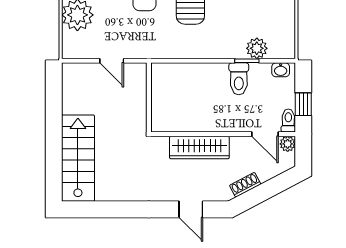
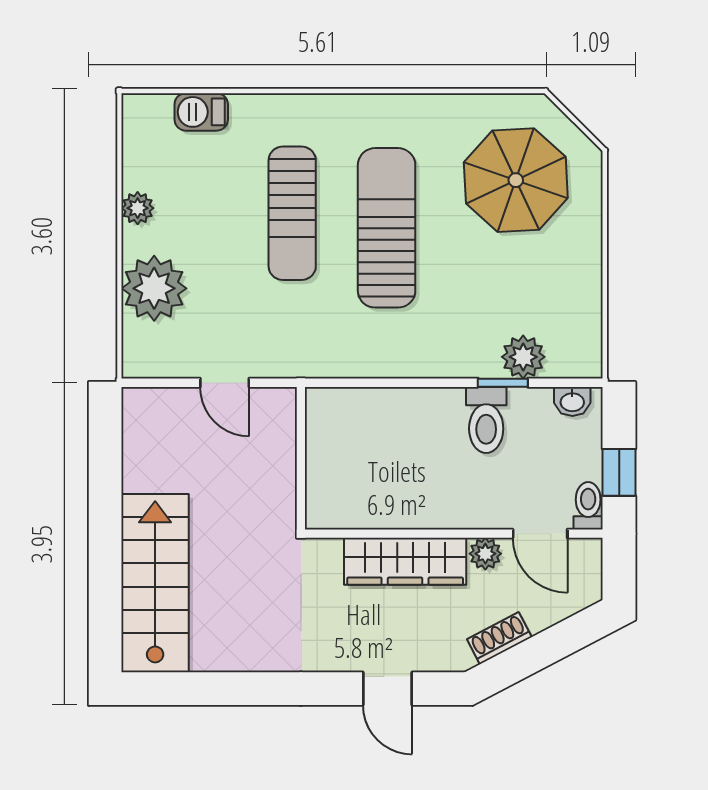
plant: (288, 144) -> (485, 554), moved

